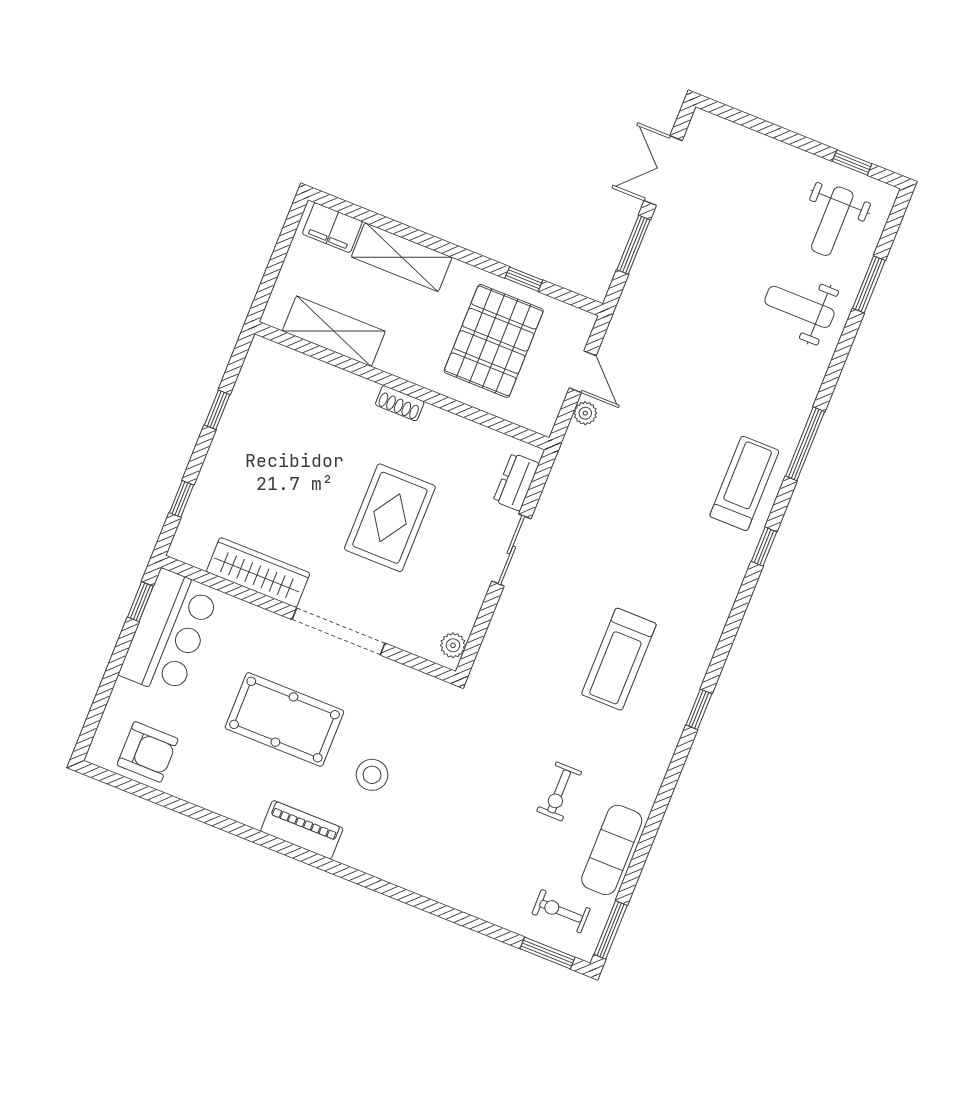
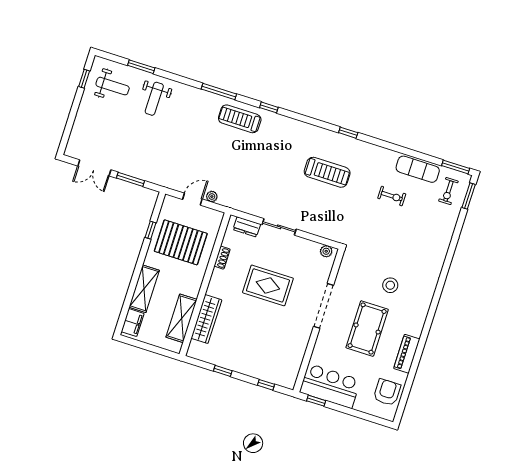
shoe rack: (400, 403) -> (222, 258), moved
wardrobe: (258, 572) -> (206, 319), moved, turned 180
piano: (302, 830) -> (407, 354), moved

